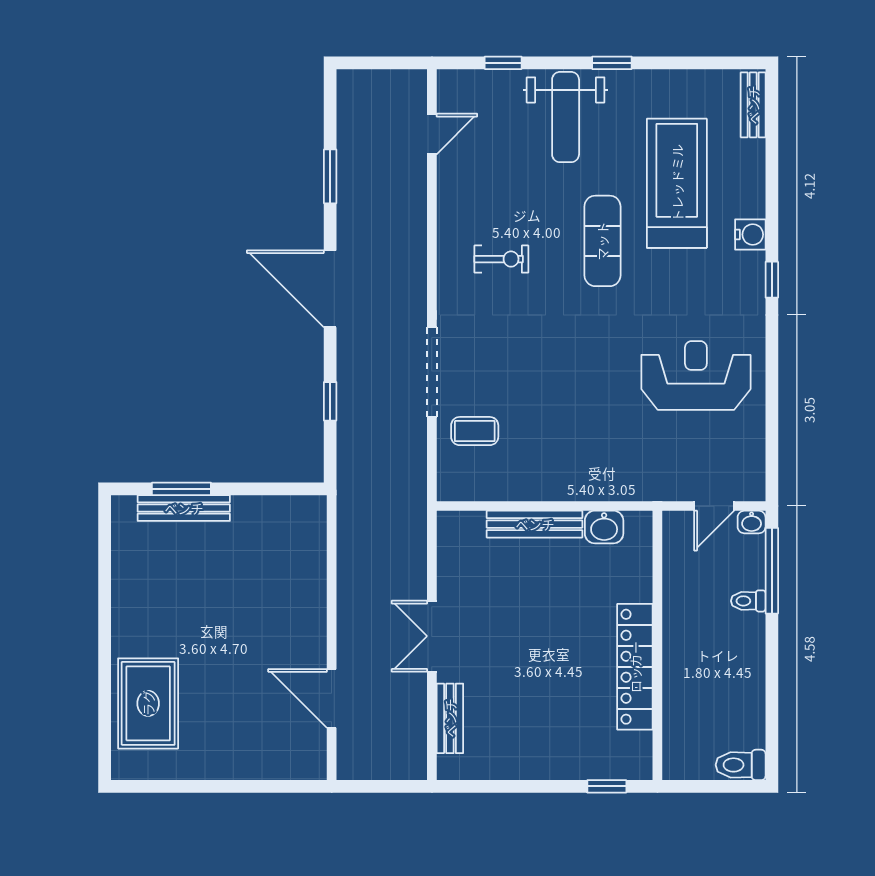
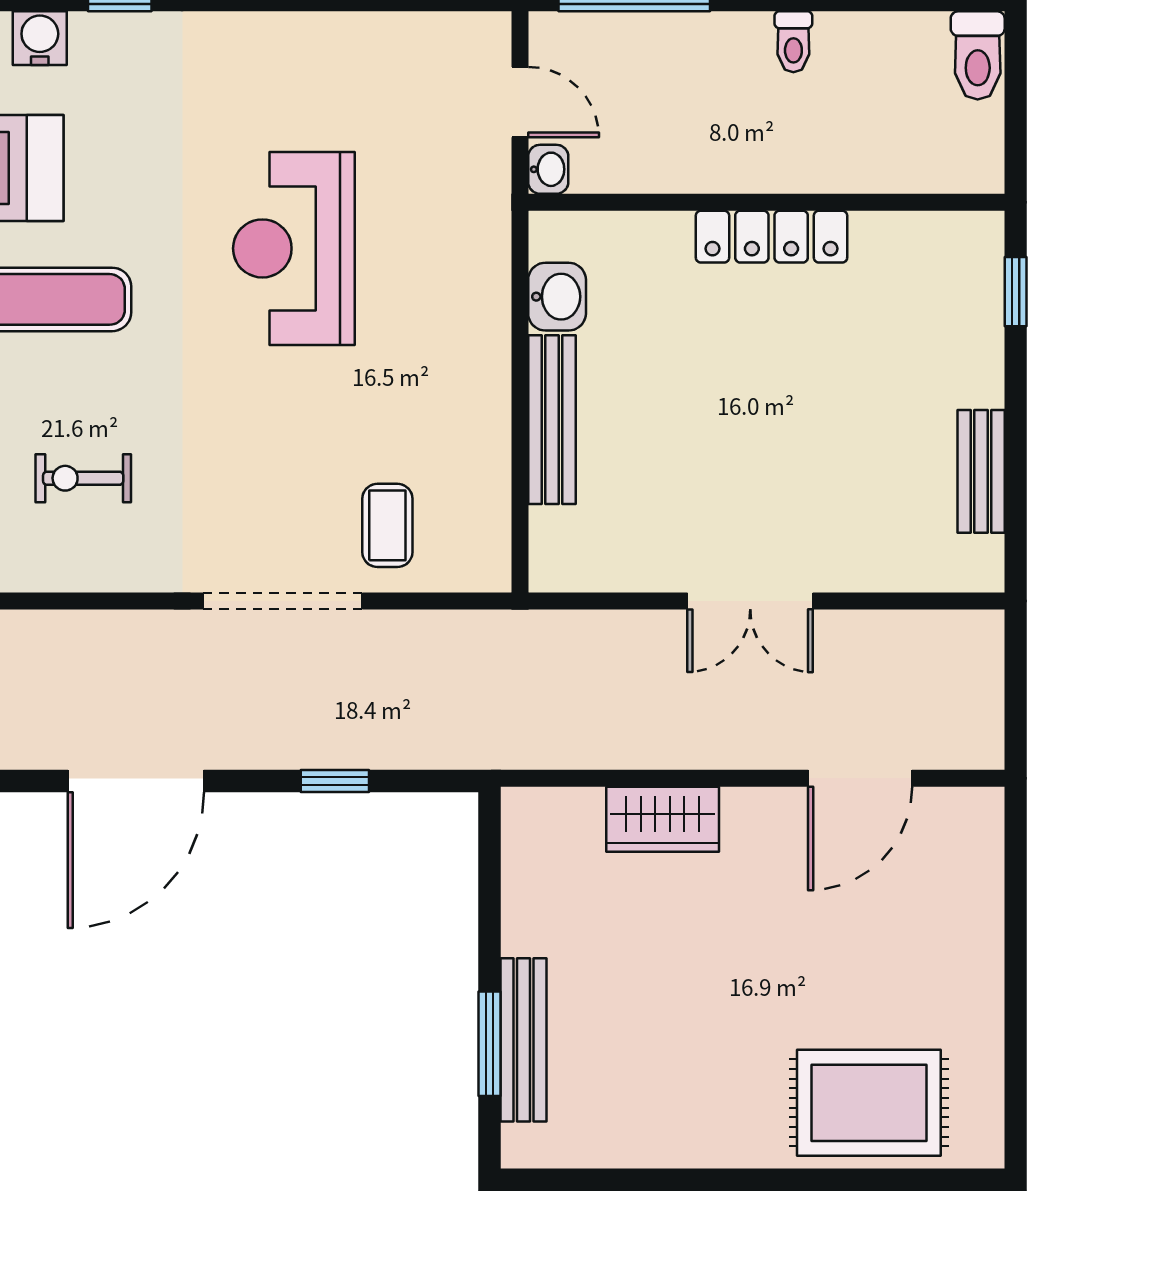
exercise bike: (501, 259) -> (83, 478), turned -90
reception desk: (696, 375) -> (294, 248), moved
washbasin: (752, 522) -> (548, 169), moved
wardrobe: (309, 587) -> (663, 819), added
toilet: (748, 601) -> (793, 42), moved
locker: (635, 667) -> (772, 237), width x0.71, depth x0.83
bench: (450, 718) -> (981, 471), moved, turned 90

